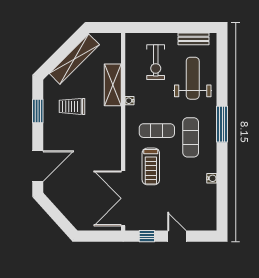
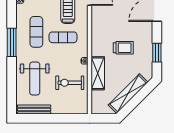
bench: (194, 39) -> (34, 110), width x1.36
exercise bike: (156, 62) -> (70, 83), moved, turned -90
trolley: (72, 106) -> (123, 48), moved

